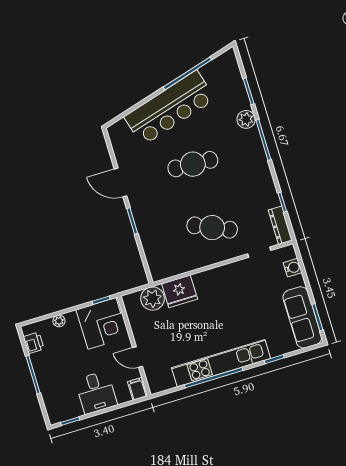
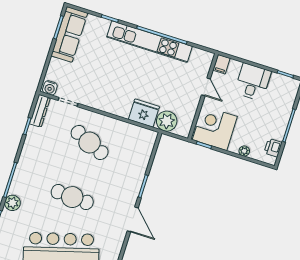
water cooler: (293, 268) -> (50, 88), moved, turned -90

